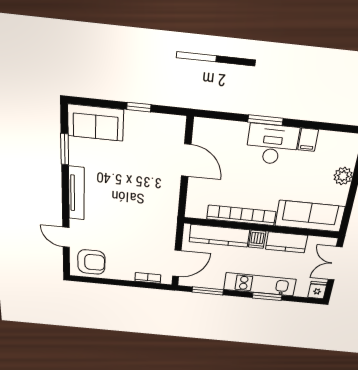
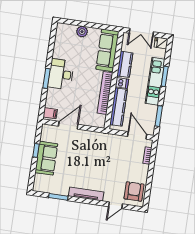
sofa: (96, 123) -> (46, 158), moved
filing cabinet: (308, 140) -> (50, 113), moved

